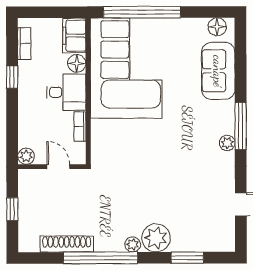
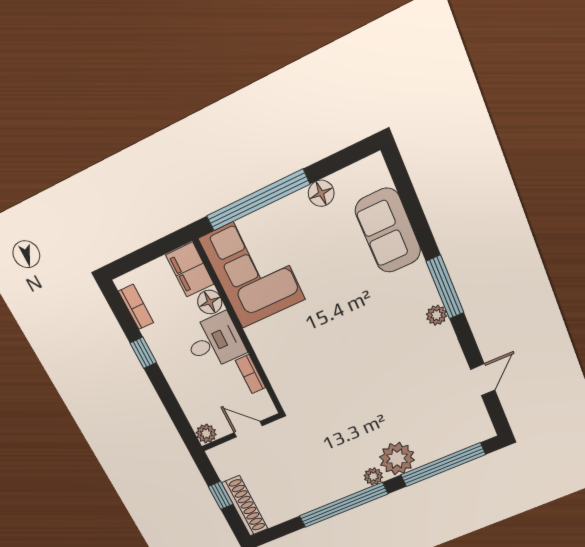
floor lamp: (217, 27) -> (321, 193), moved
corner sofa: (126, 68) -> (252, 269), width x0.73, depth x0.74
shoe rack: (67, 244) -> (245, 506), moved, turned 90
window: (187, 258) -> (443, 465), width x2.11

